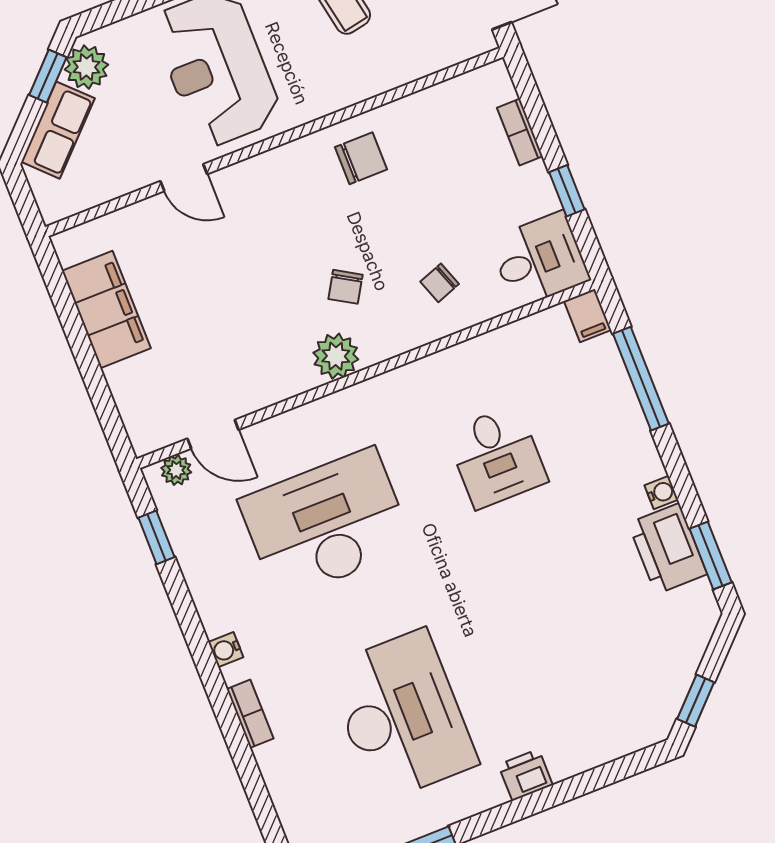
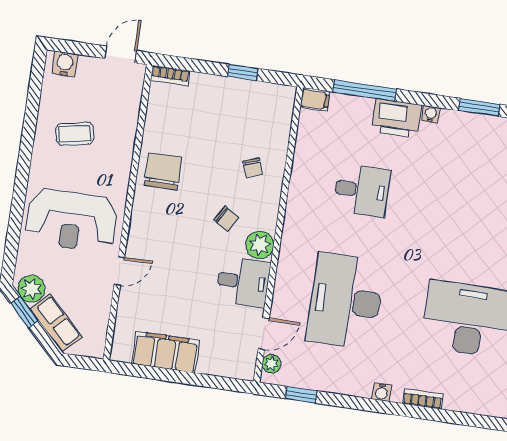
bookcase: (520, 132) -> (170, 75), moved
chair: (361, 158) -> (163, 171), width x1.37, depth x1.37
desk: (539, 260) -> (243, 282), moved, turned 90
printer: (668, 549) -> (396, 118), moved

